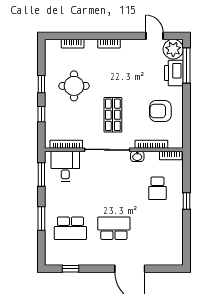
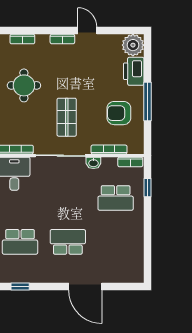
door: (155, 36) -> (87, 30), moved
window: (186, 65) -> (148, 101), moved
school desk: (157, 188) -> (116, 198), width x1.85
window: (186, 201) -> (148, 188), moved

